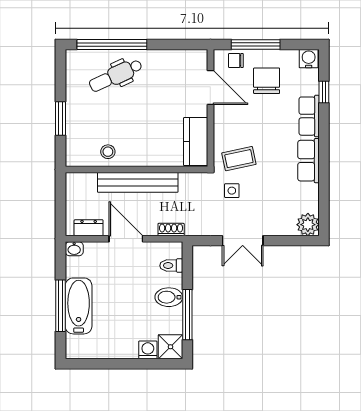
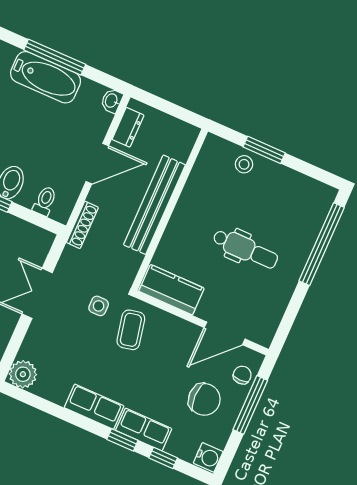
dental chair: (116, 75) -> (245, 249), moved, turned 115
window: (324, 128) -> (122, 440), added
stool: (108, 152) -> (244, 164), moved
shoe rack: (171, 230) -> (82, 225), width x1.43

